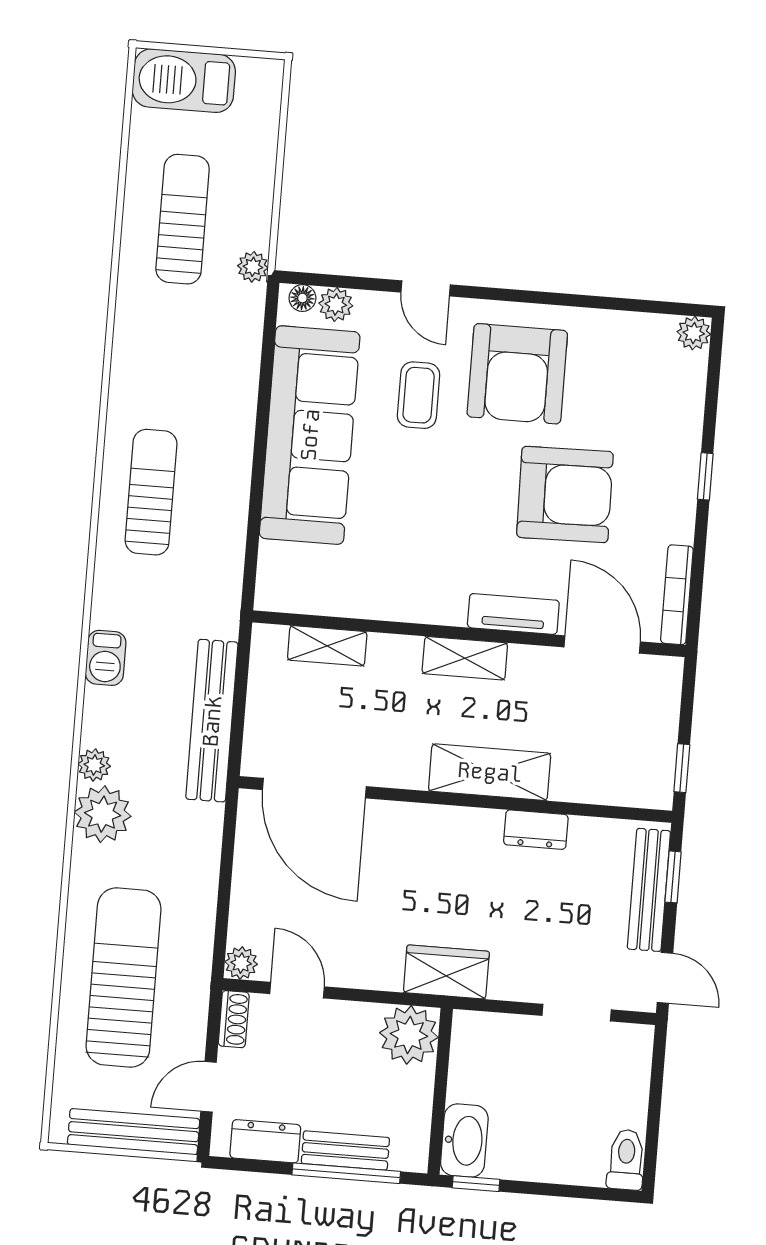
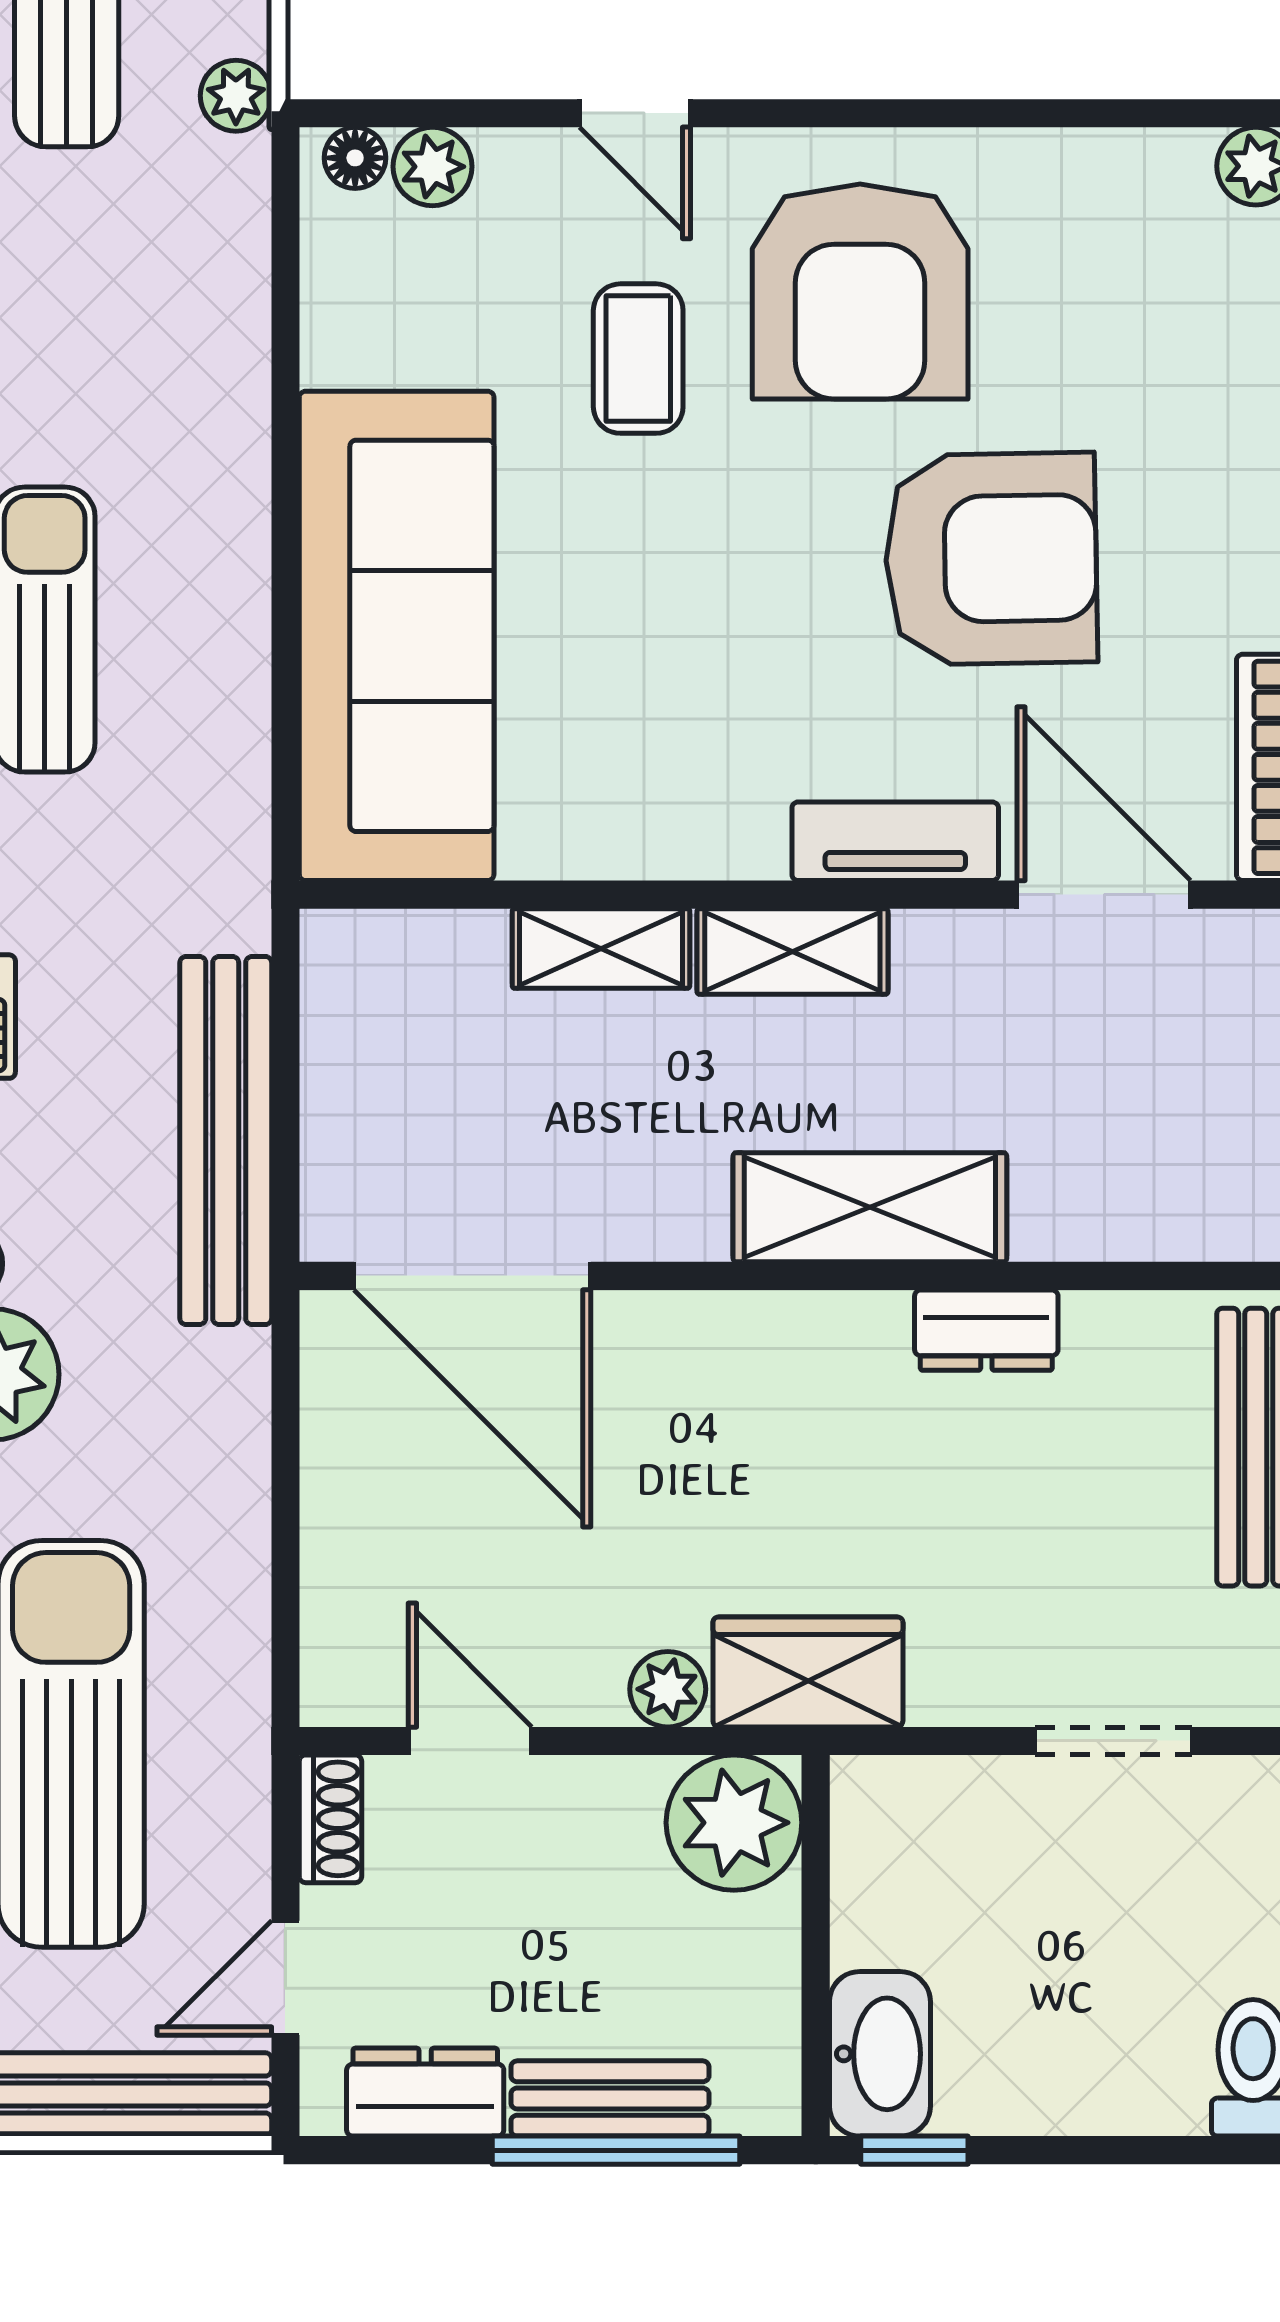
sofa: (310, 435) -> (397, 636), moved
shelving: (327, 646) -> (601, 948), moved
plant: (241, 963) -> (668, 1689), moved

